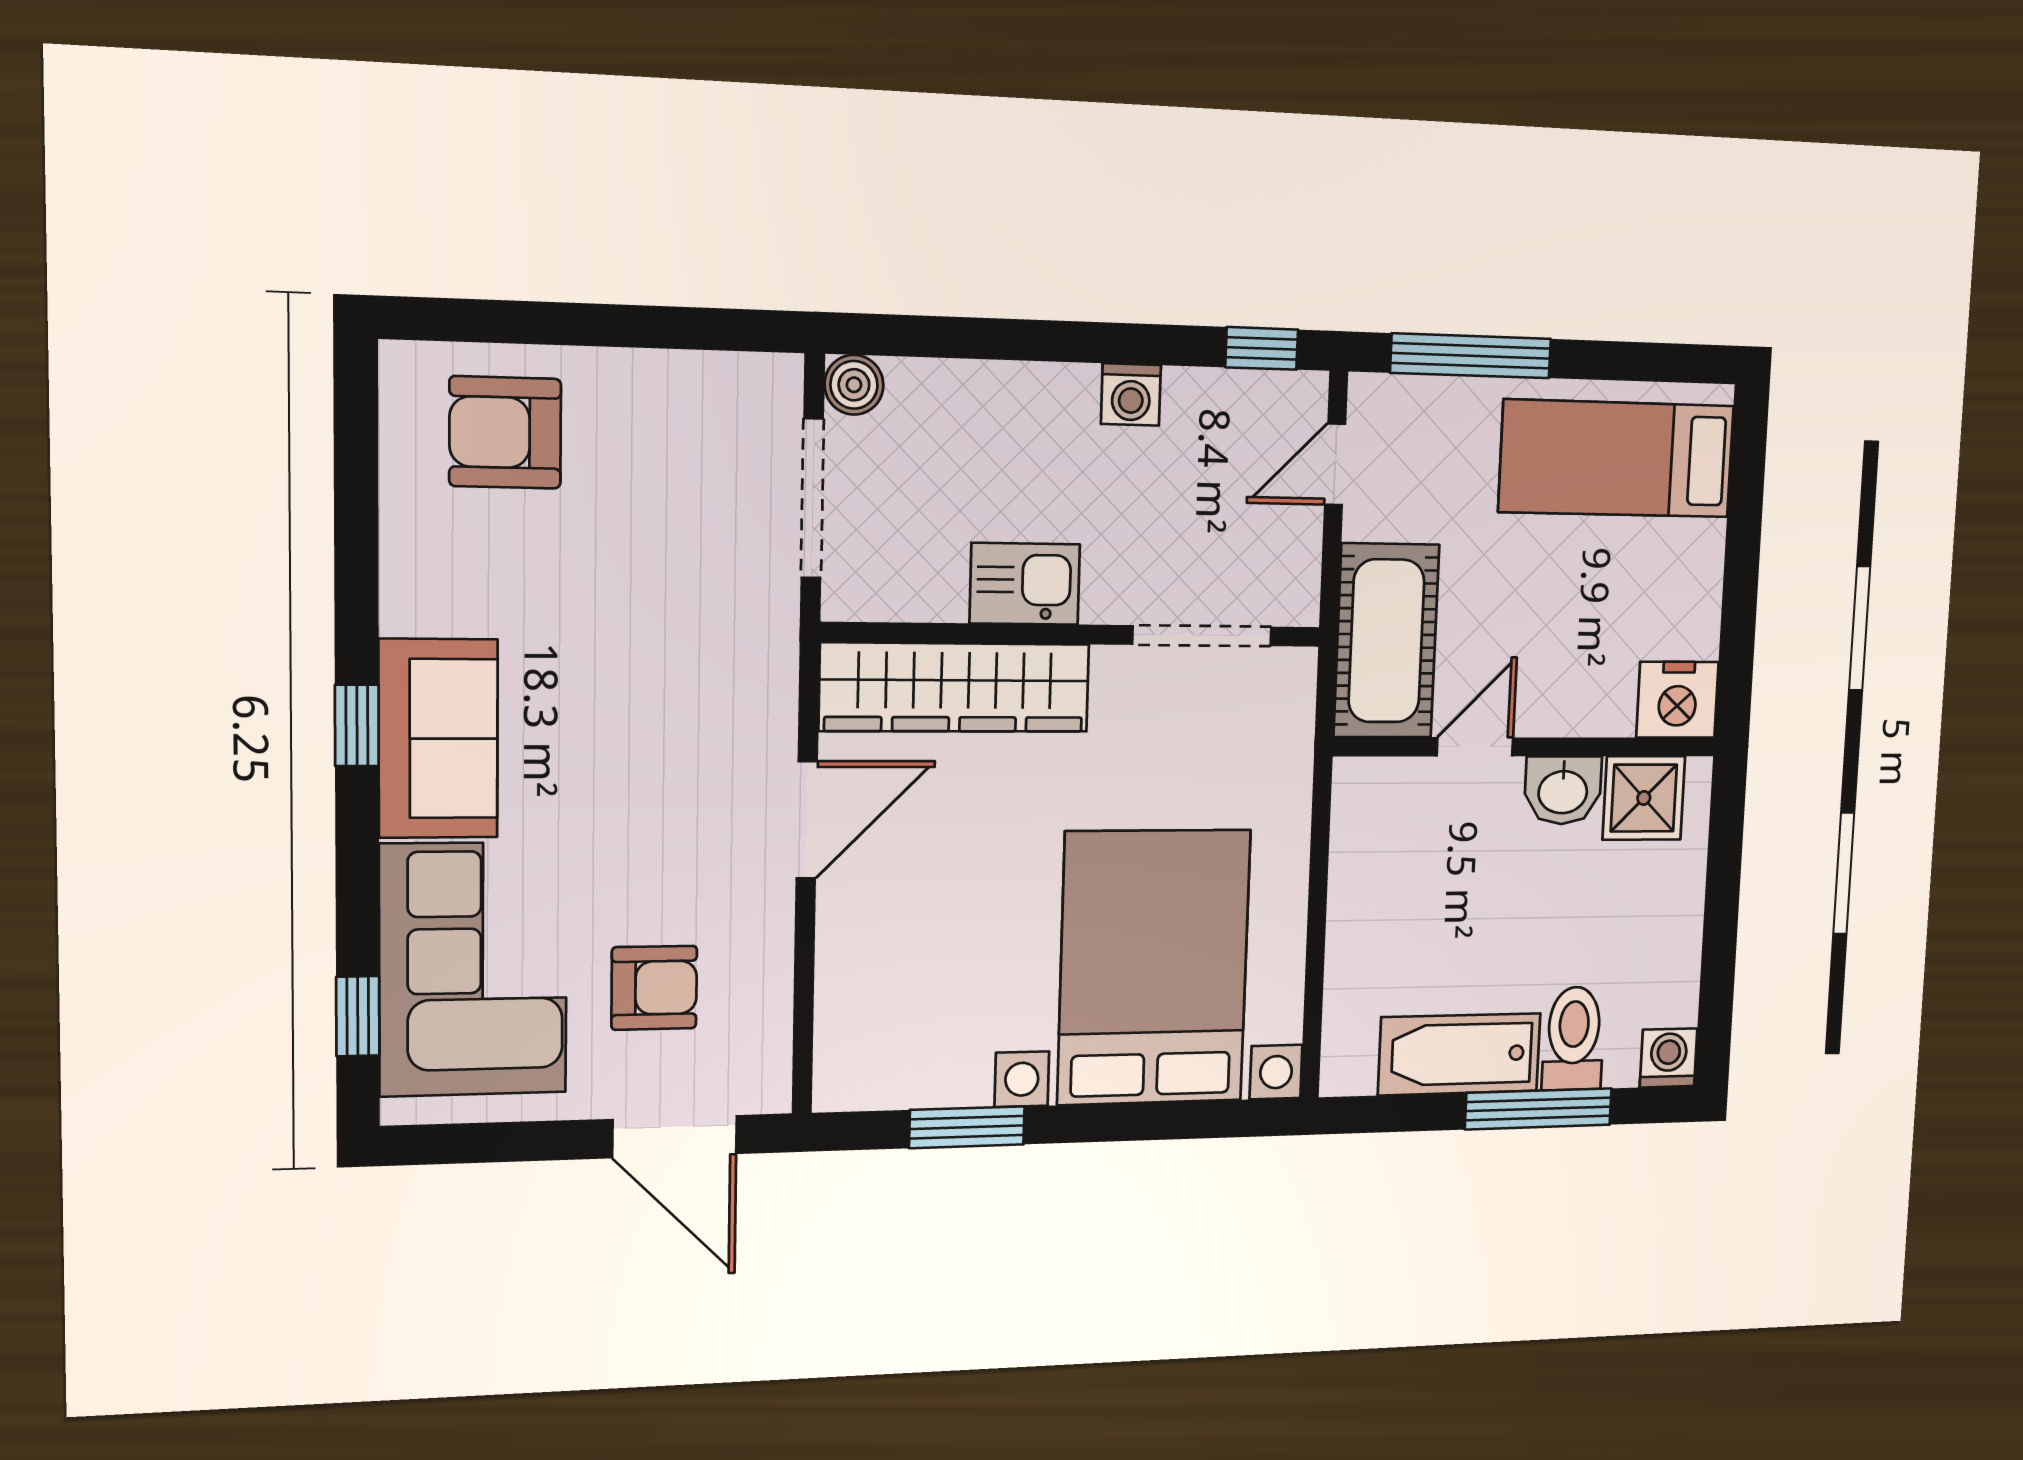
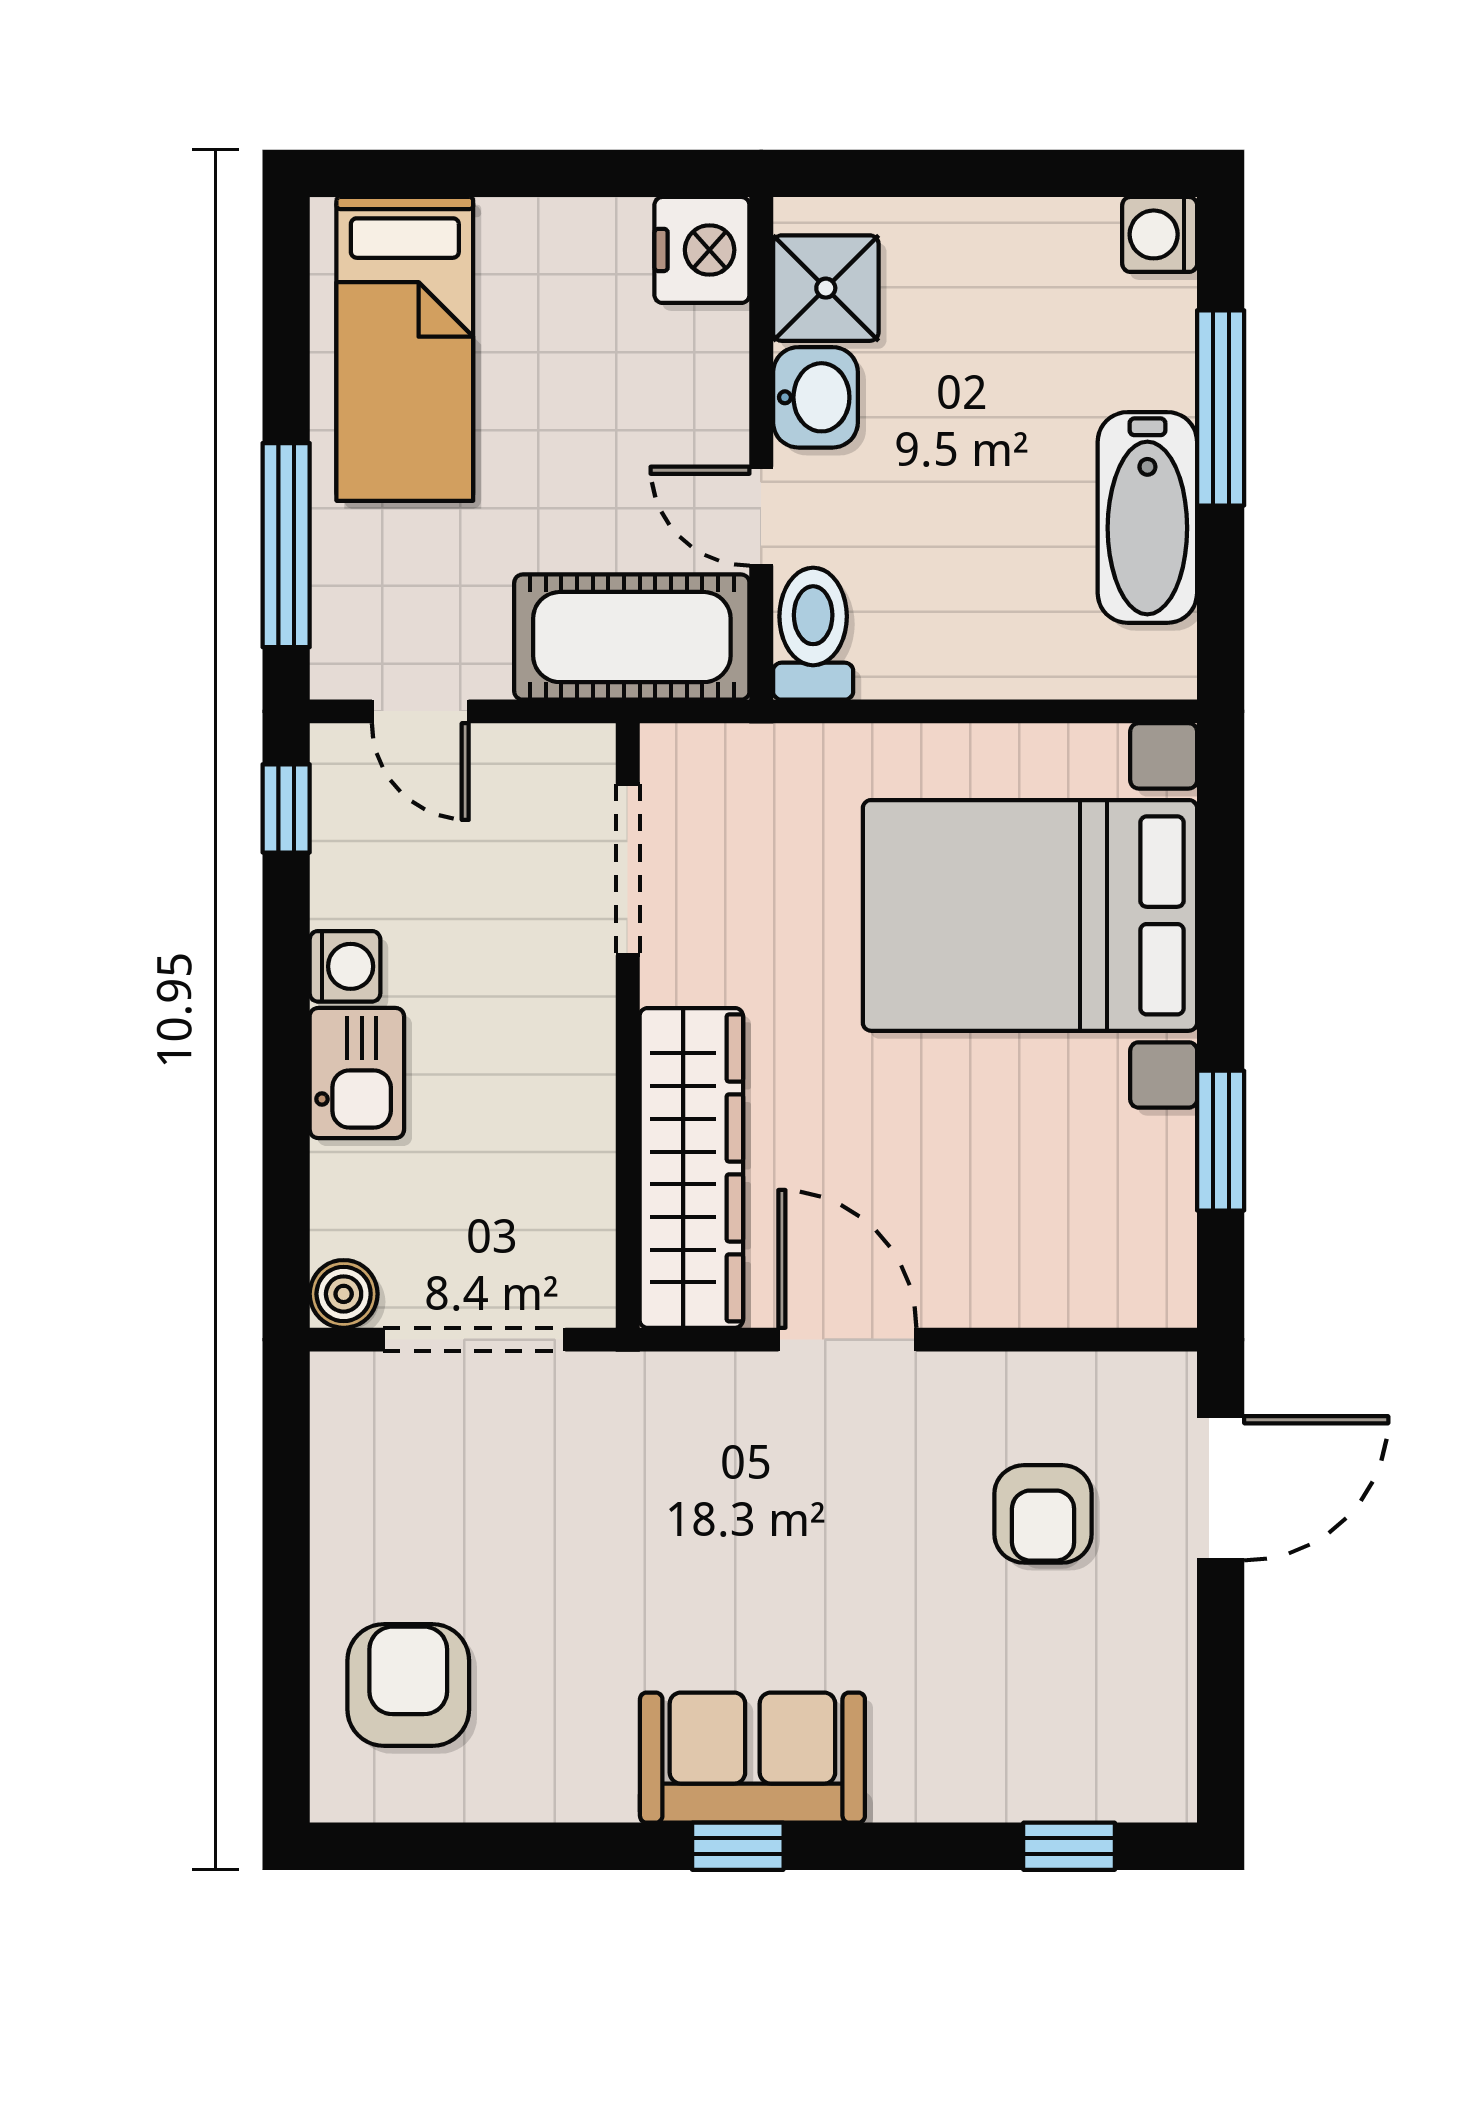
armchair: (505, 432) -> (408, 1685), turned 180
kitchen sink: (1025, 584) -> (357, 1073), moved, turned 180
corner sofa: (473, 969) -> (1017, 1718), removed
armchair: (654, 988) -> (1043, 1514), turned 180
toilet: (1573, 1038) -> (813, 634), moved, turned 90

